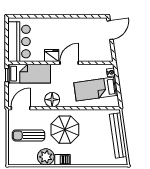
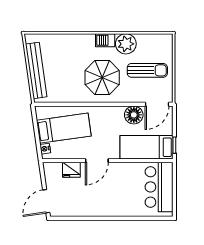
fridge: (52, 55) -> (71, 170), moved
floor lamp: (52, 100) -> (134, 115), moved

